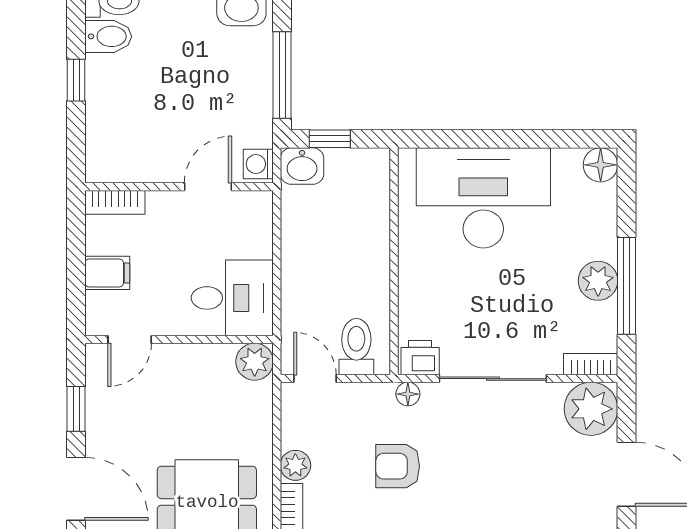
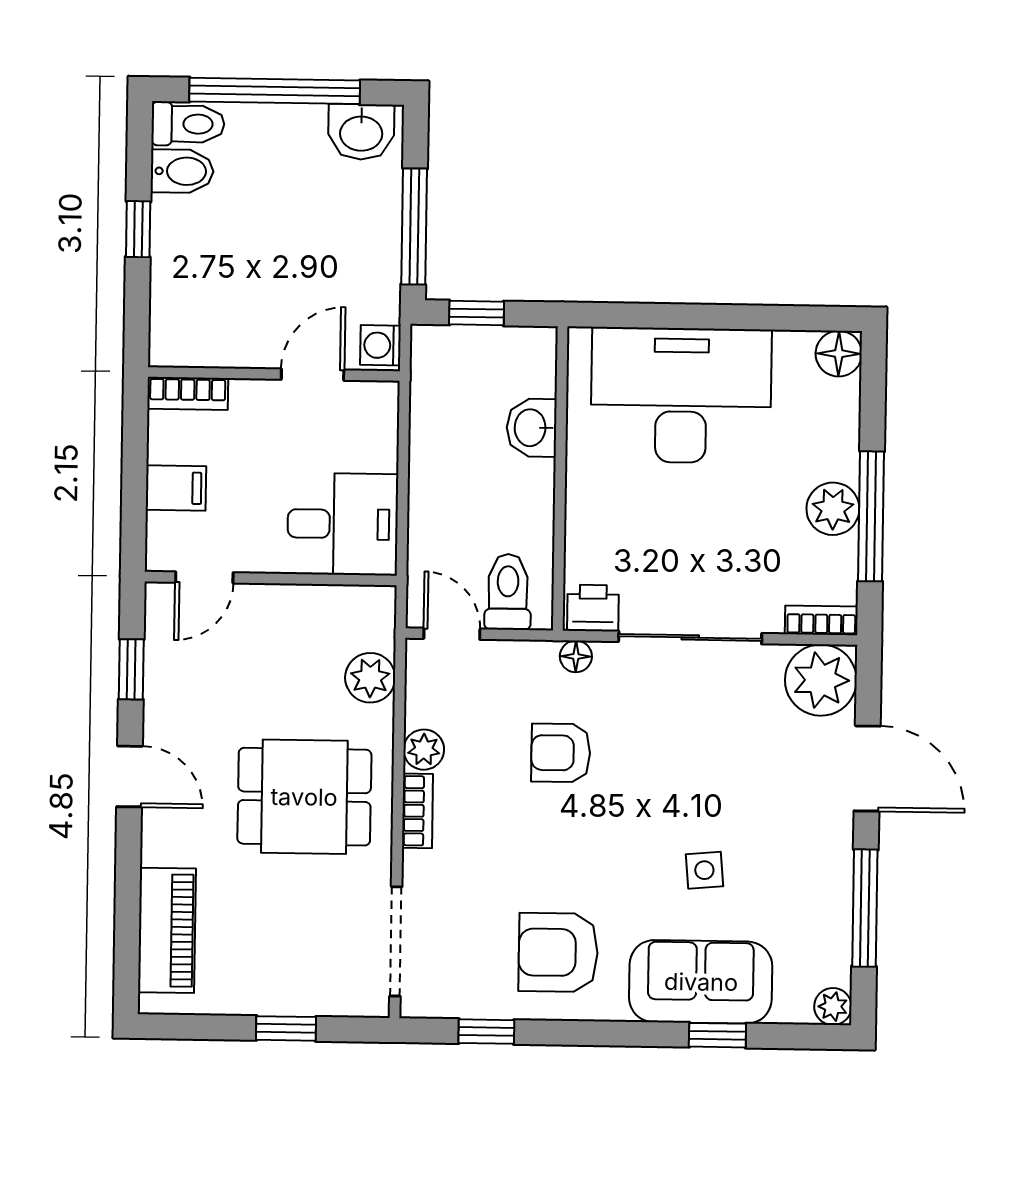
washbasin: (302, 166) -> (531, 428), moved, turned 90
plant: (255, 362) -> (370, 678), moved
door: (76, 489) -> (130, 776), width x0.73

